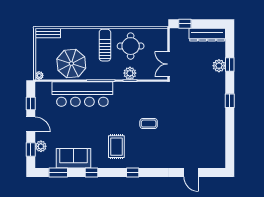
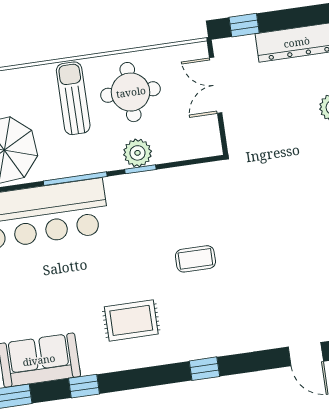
double door: (168, 64) -> (216, 85), moved
rug: (116, 147) -> (131, 320), turned 90
window: (133, 172) -> (204, 369), moved

